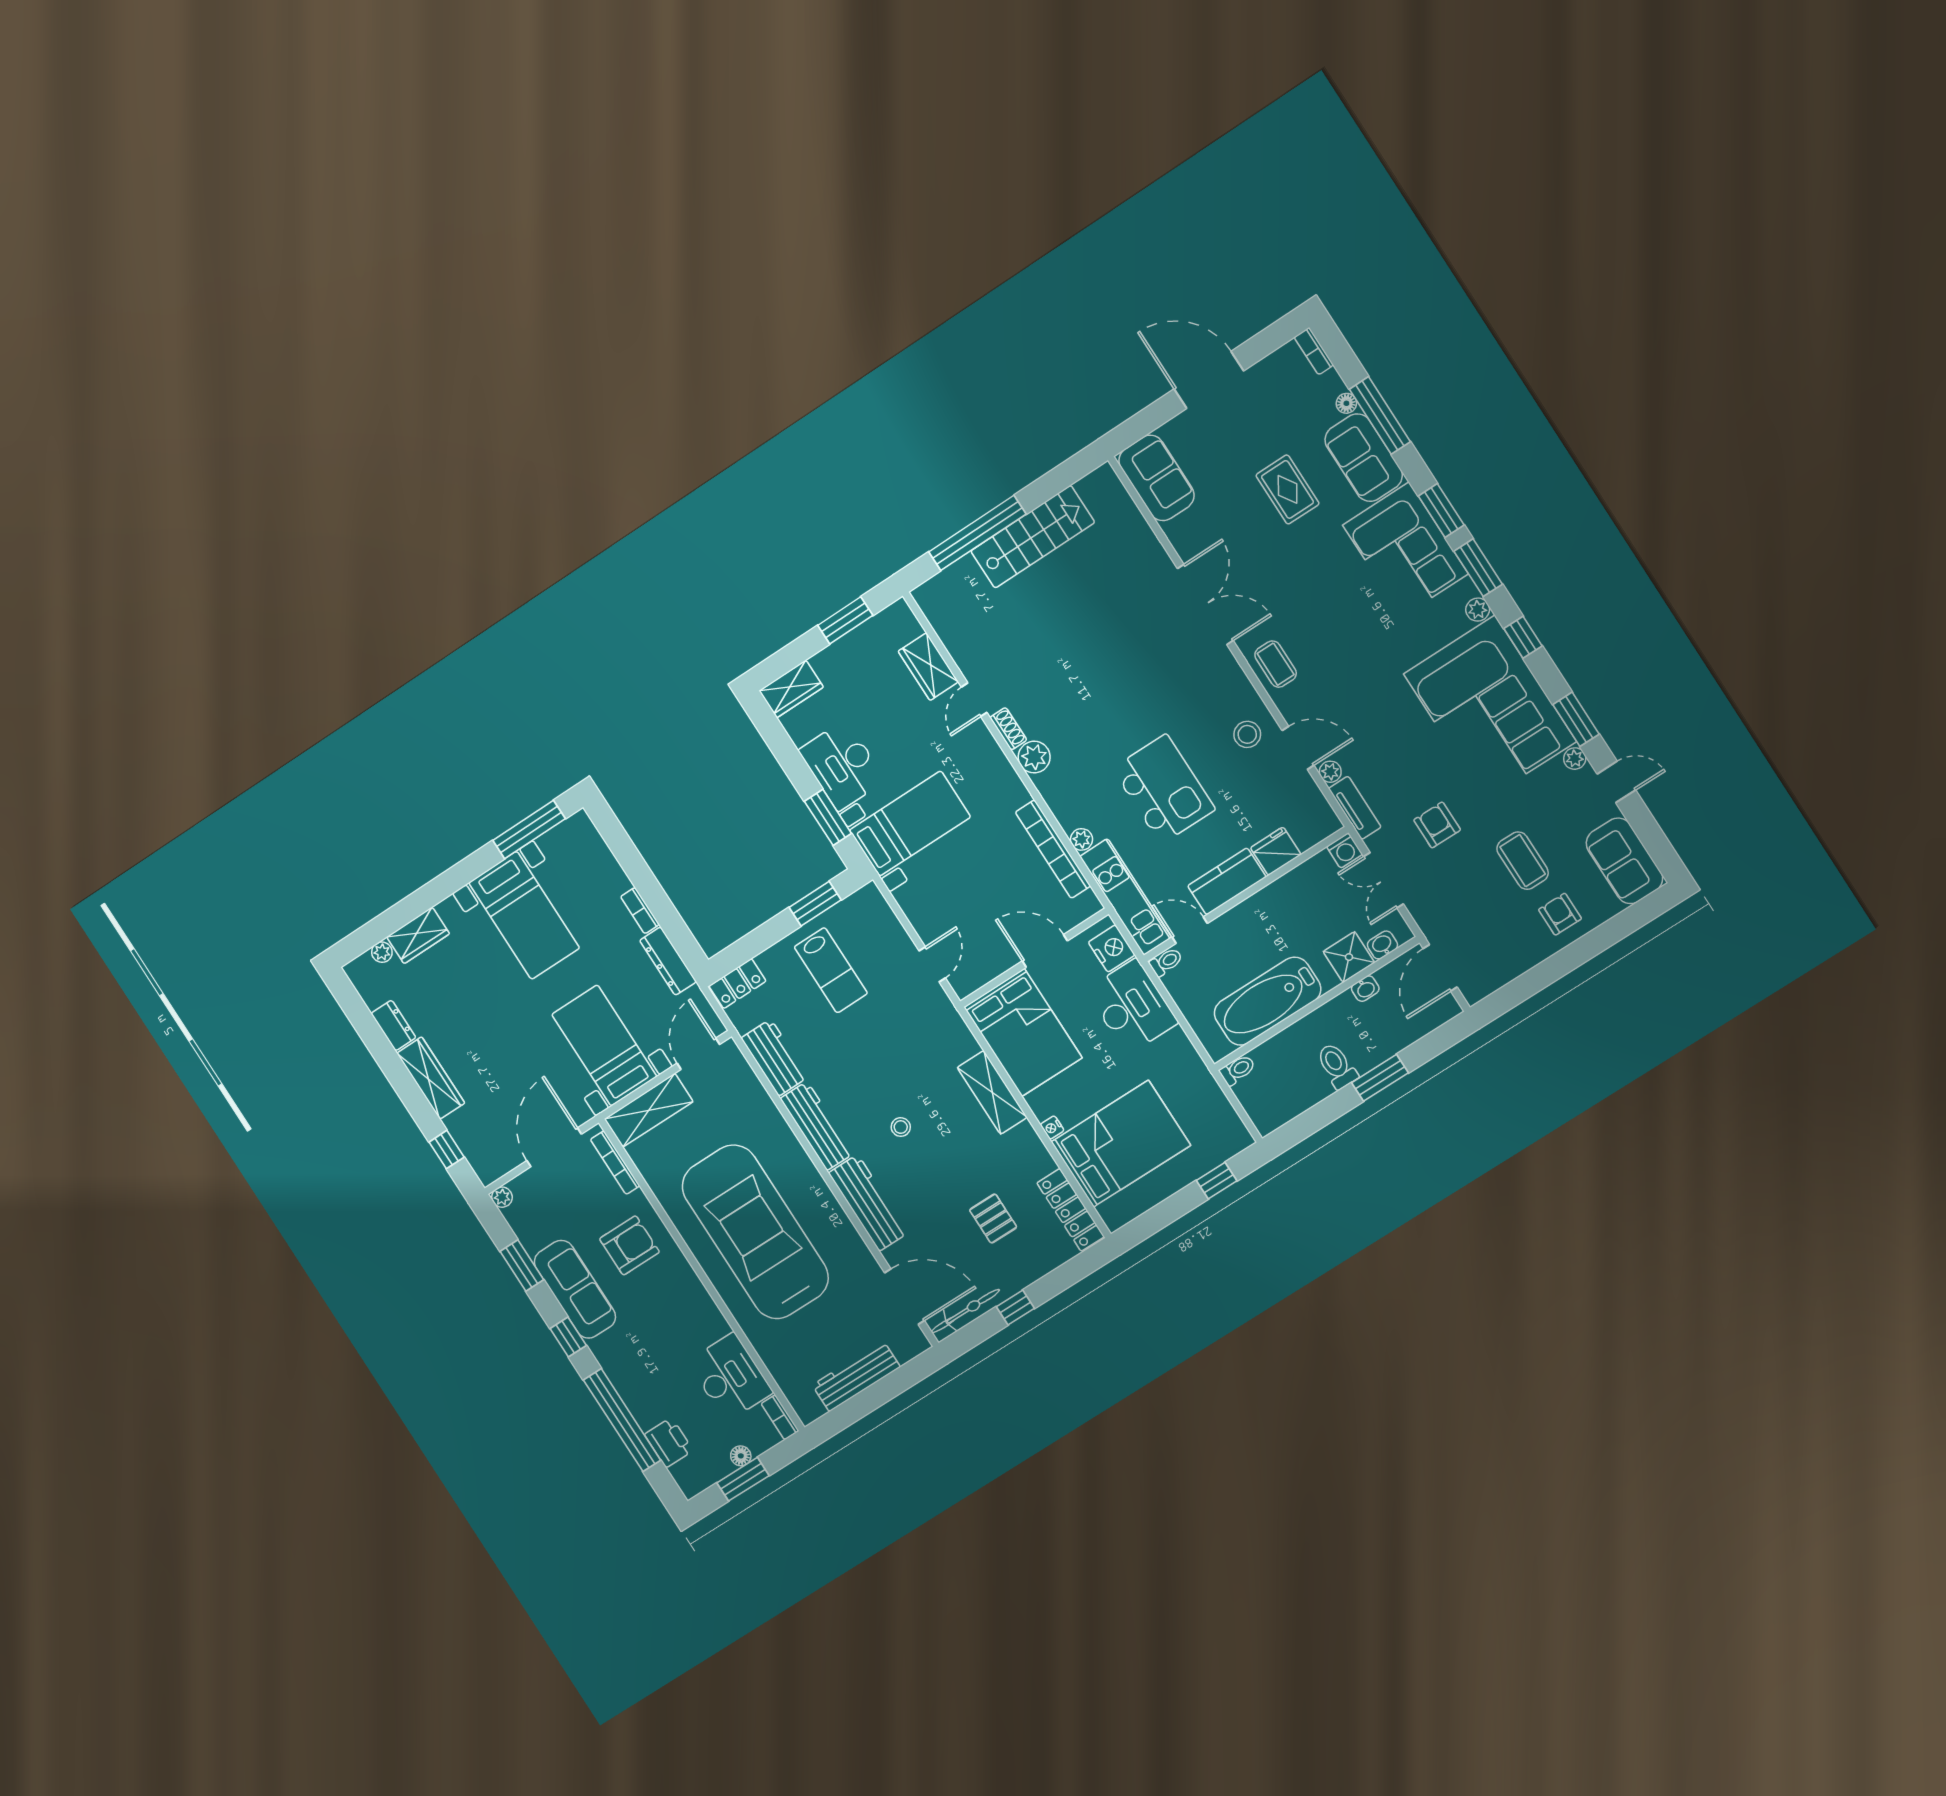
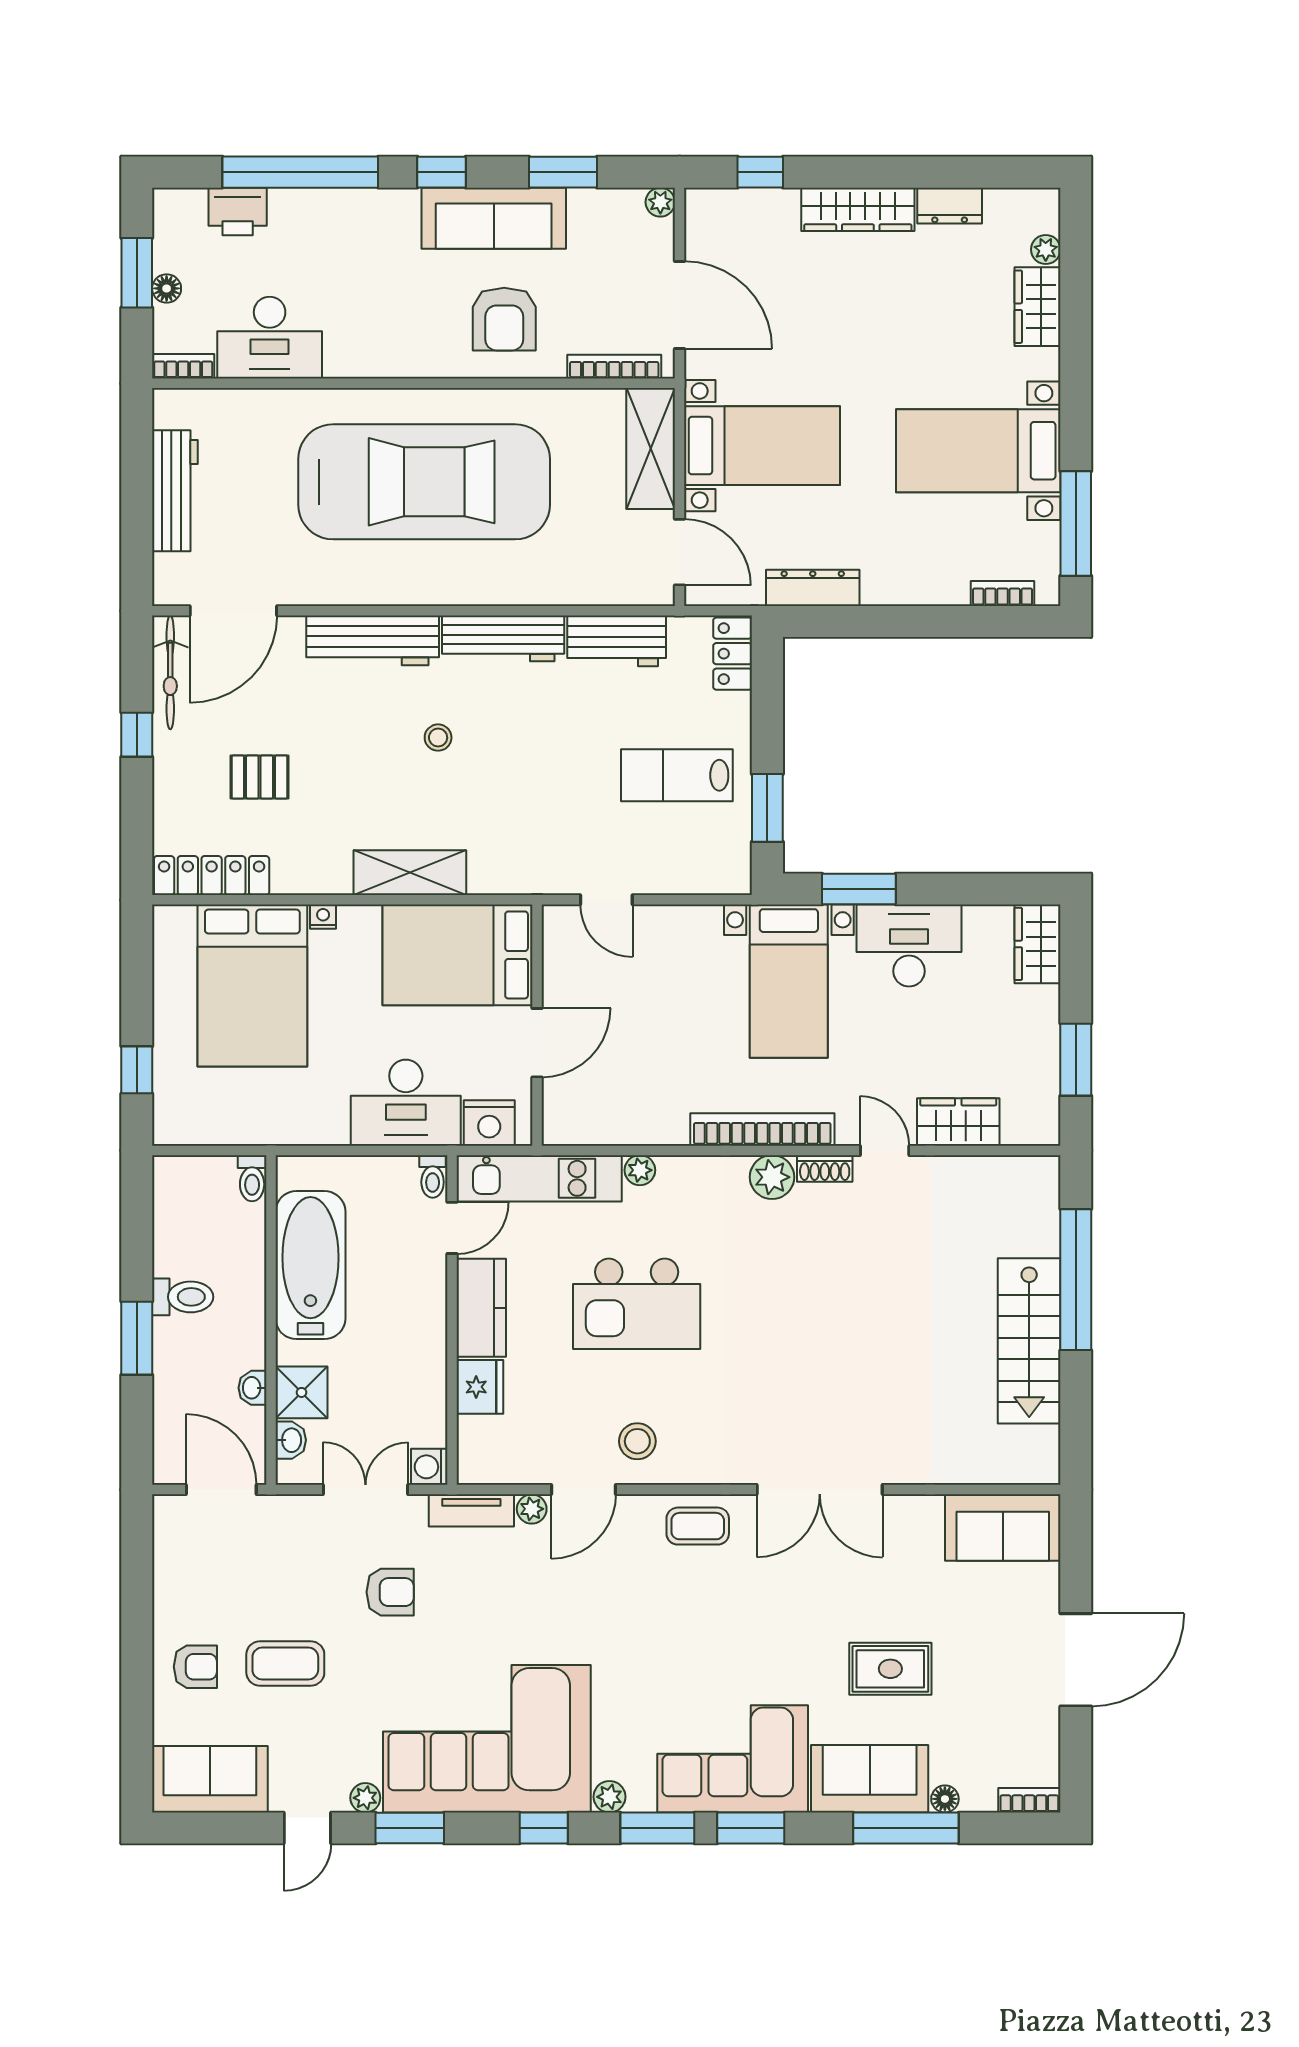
bookcase: (1053, 849) -> (762, 1129), moved
bookcase: (640, 911) -> (1003, 593), moved

